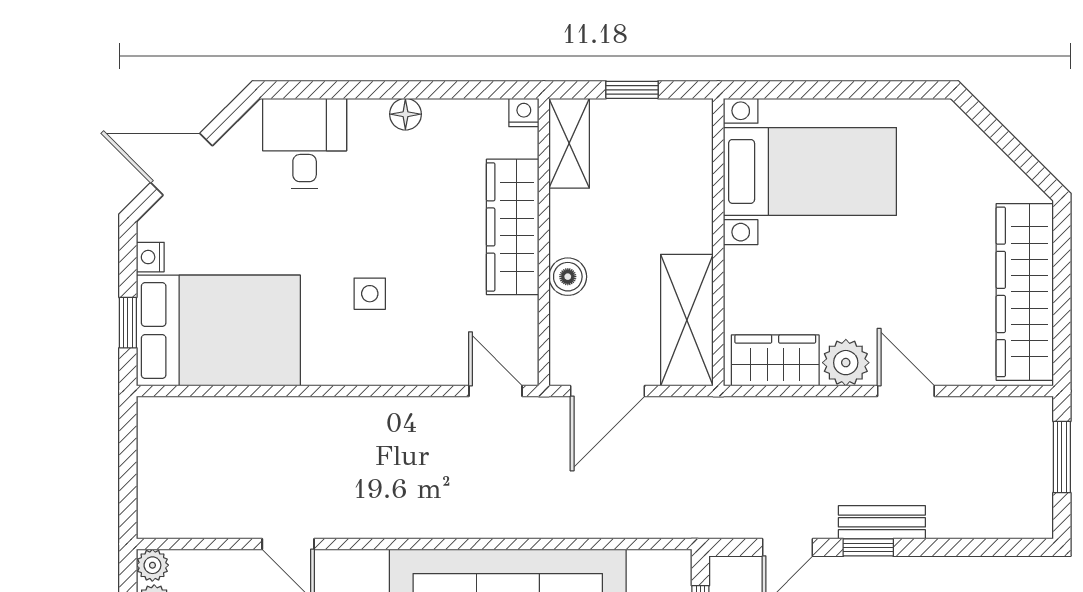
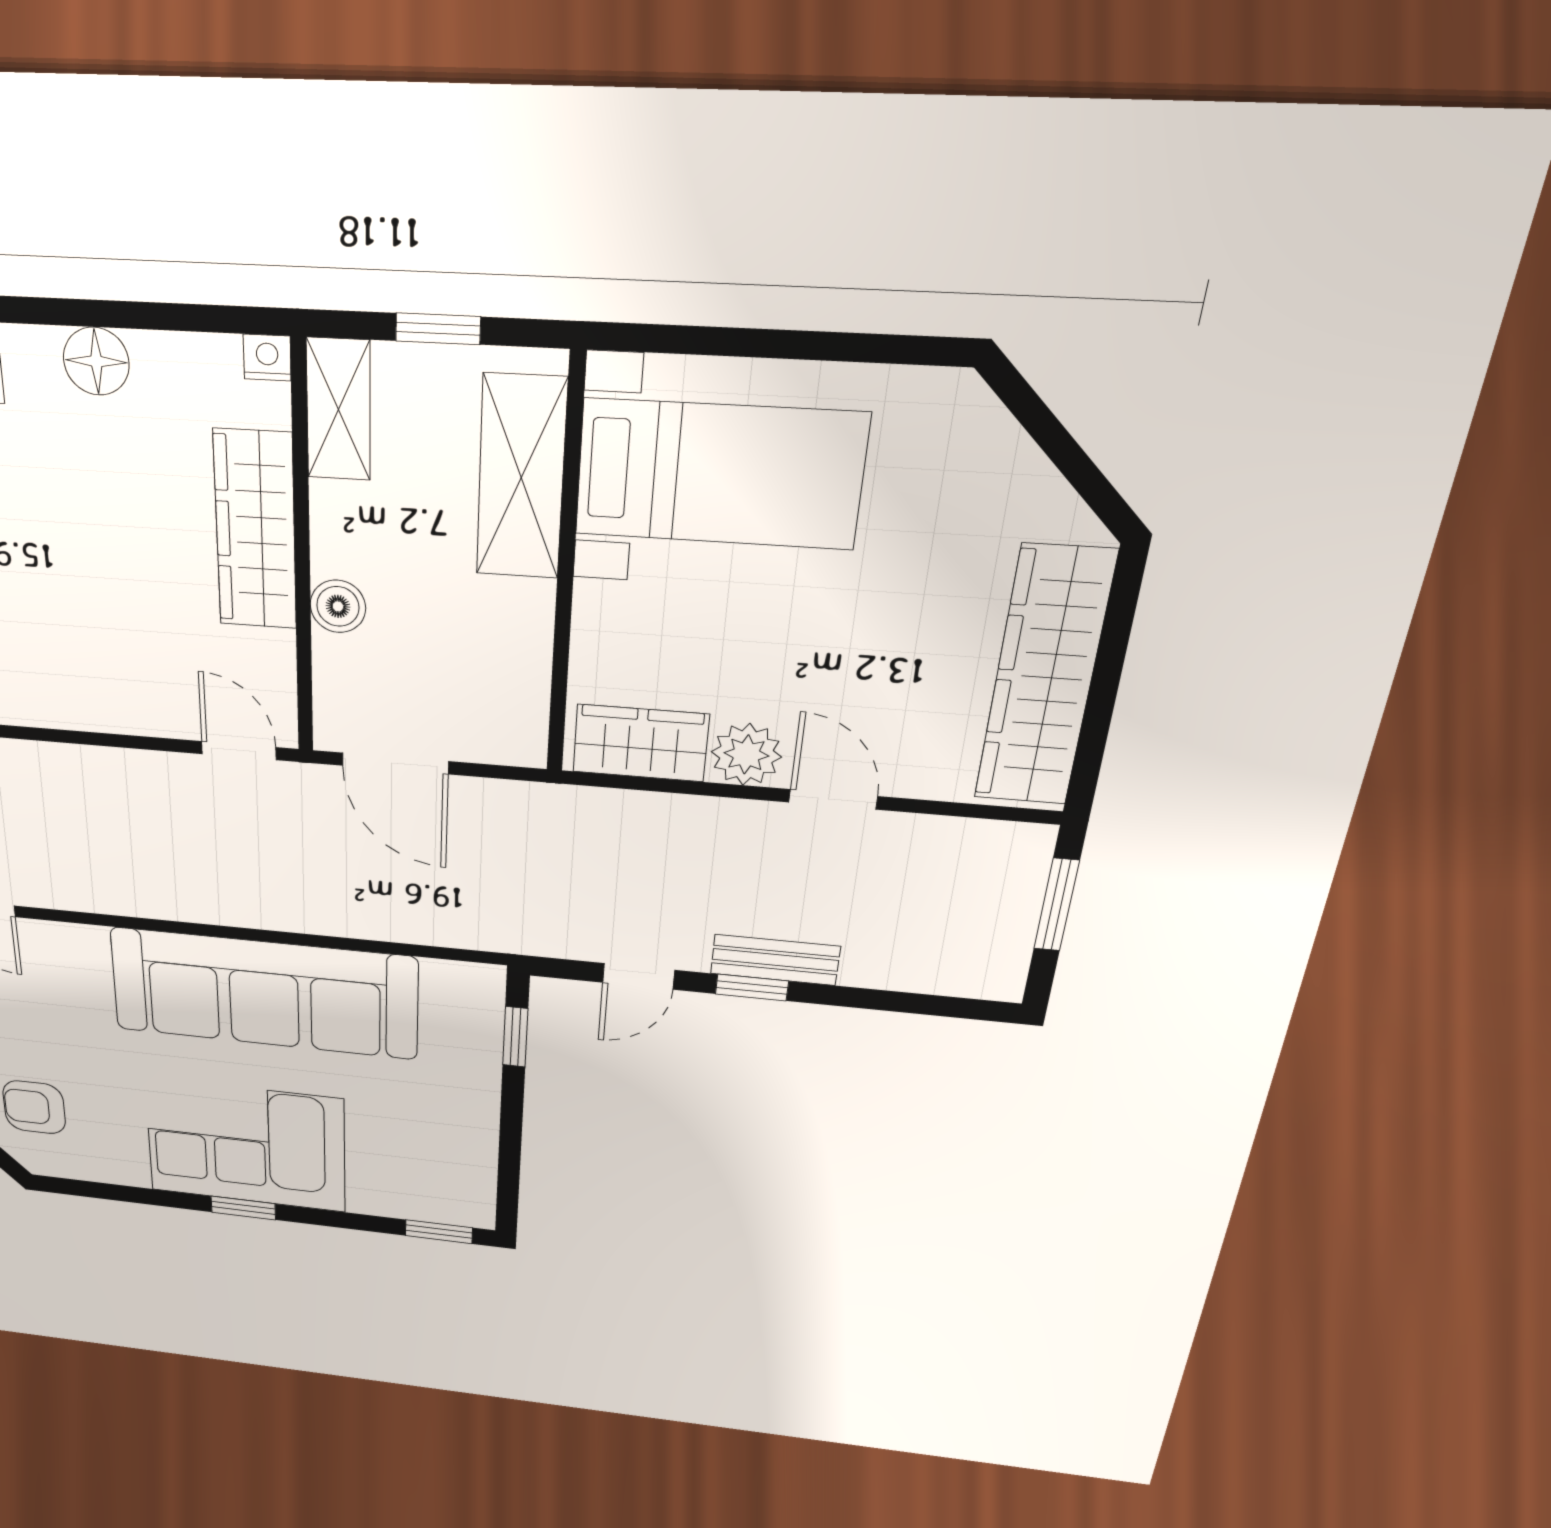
floor lamp: (405, 114) -> (96, 361), width x1.37, depth x1.37
side table: (370, 294) -> (57, 610), removed
shelving: (687, 320) -> (521, 478), moved
door: (608, 391) -> (395, 763), hinge flipped

